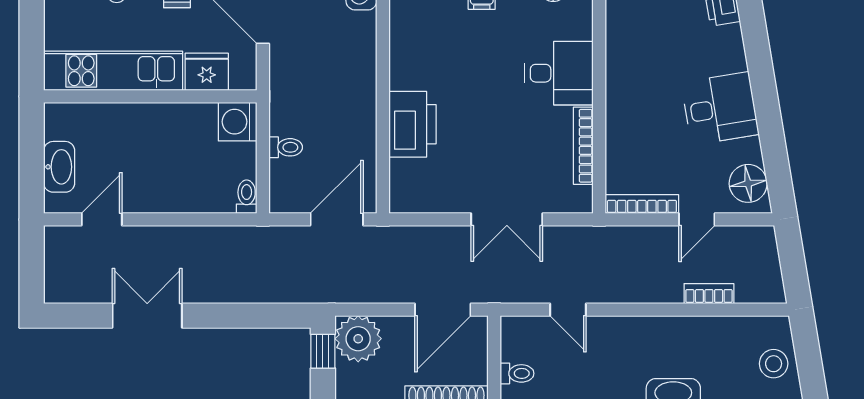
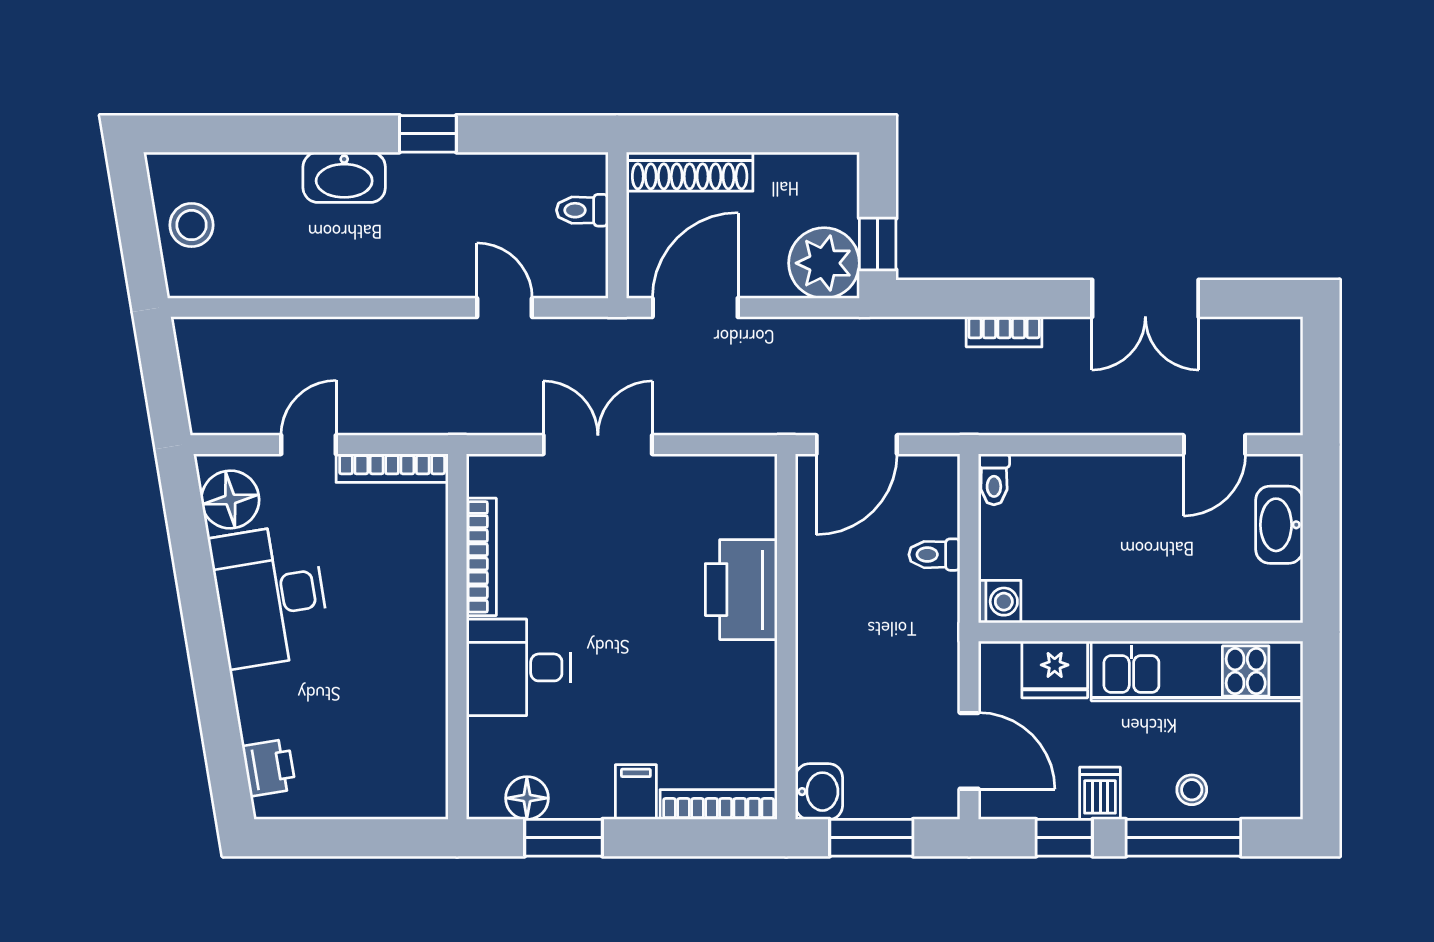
desk: (720, 108) -> (270, 596), width x1.37
washing machine: (238, 122) -> (1000, 602), width x0.73, depth x0.73
bookcase: (709, 294) -> (1004, 332), moved

